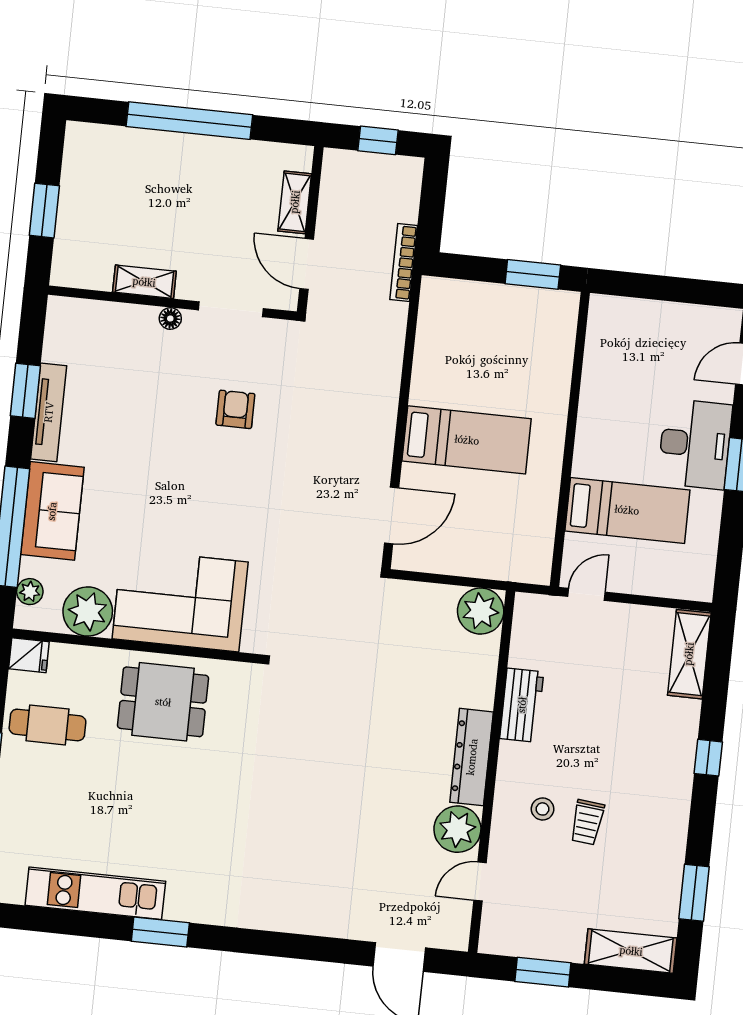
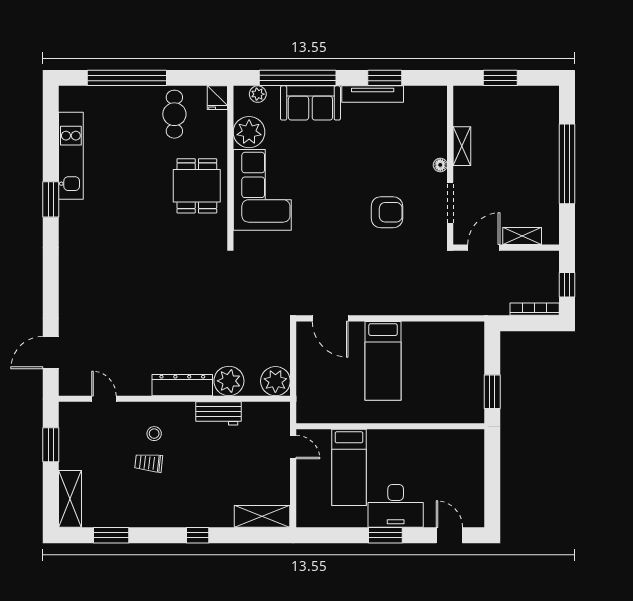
bookcase: (404, 262) -> (535, 309), moved
armchair: (235, 409) -> (387, 212), width x1.38, depth x1.38
plant: (457, 829) -> (229, 381), moved

